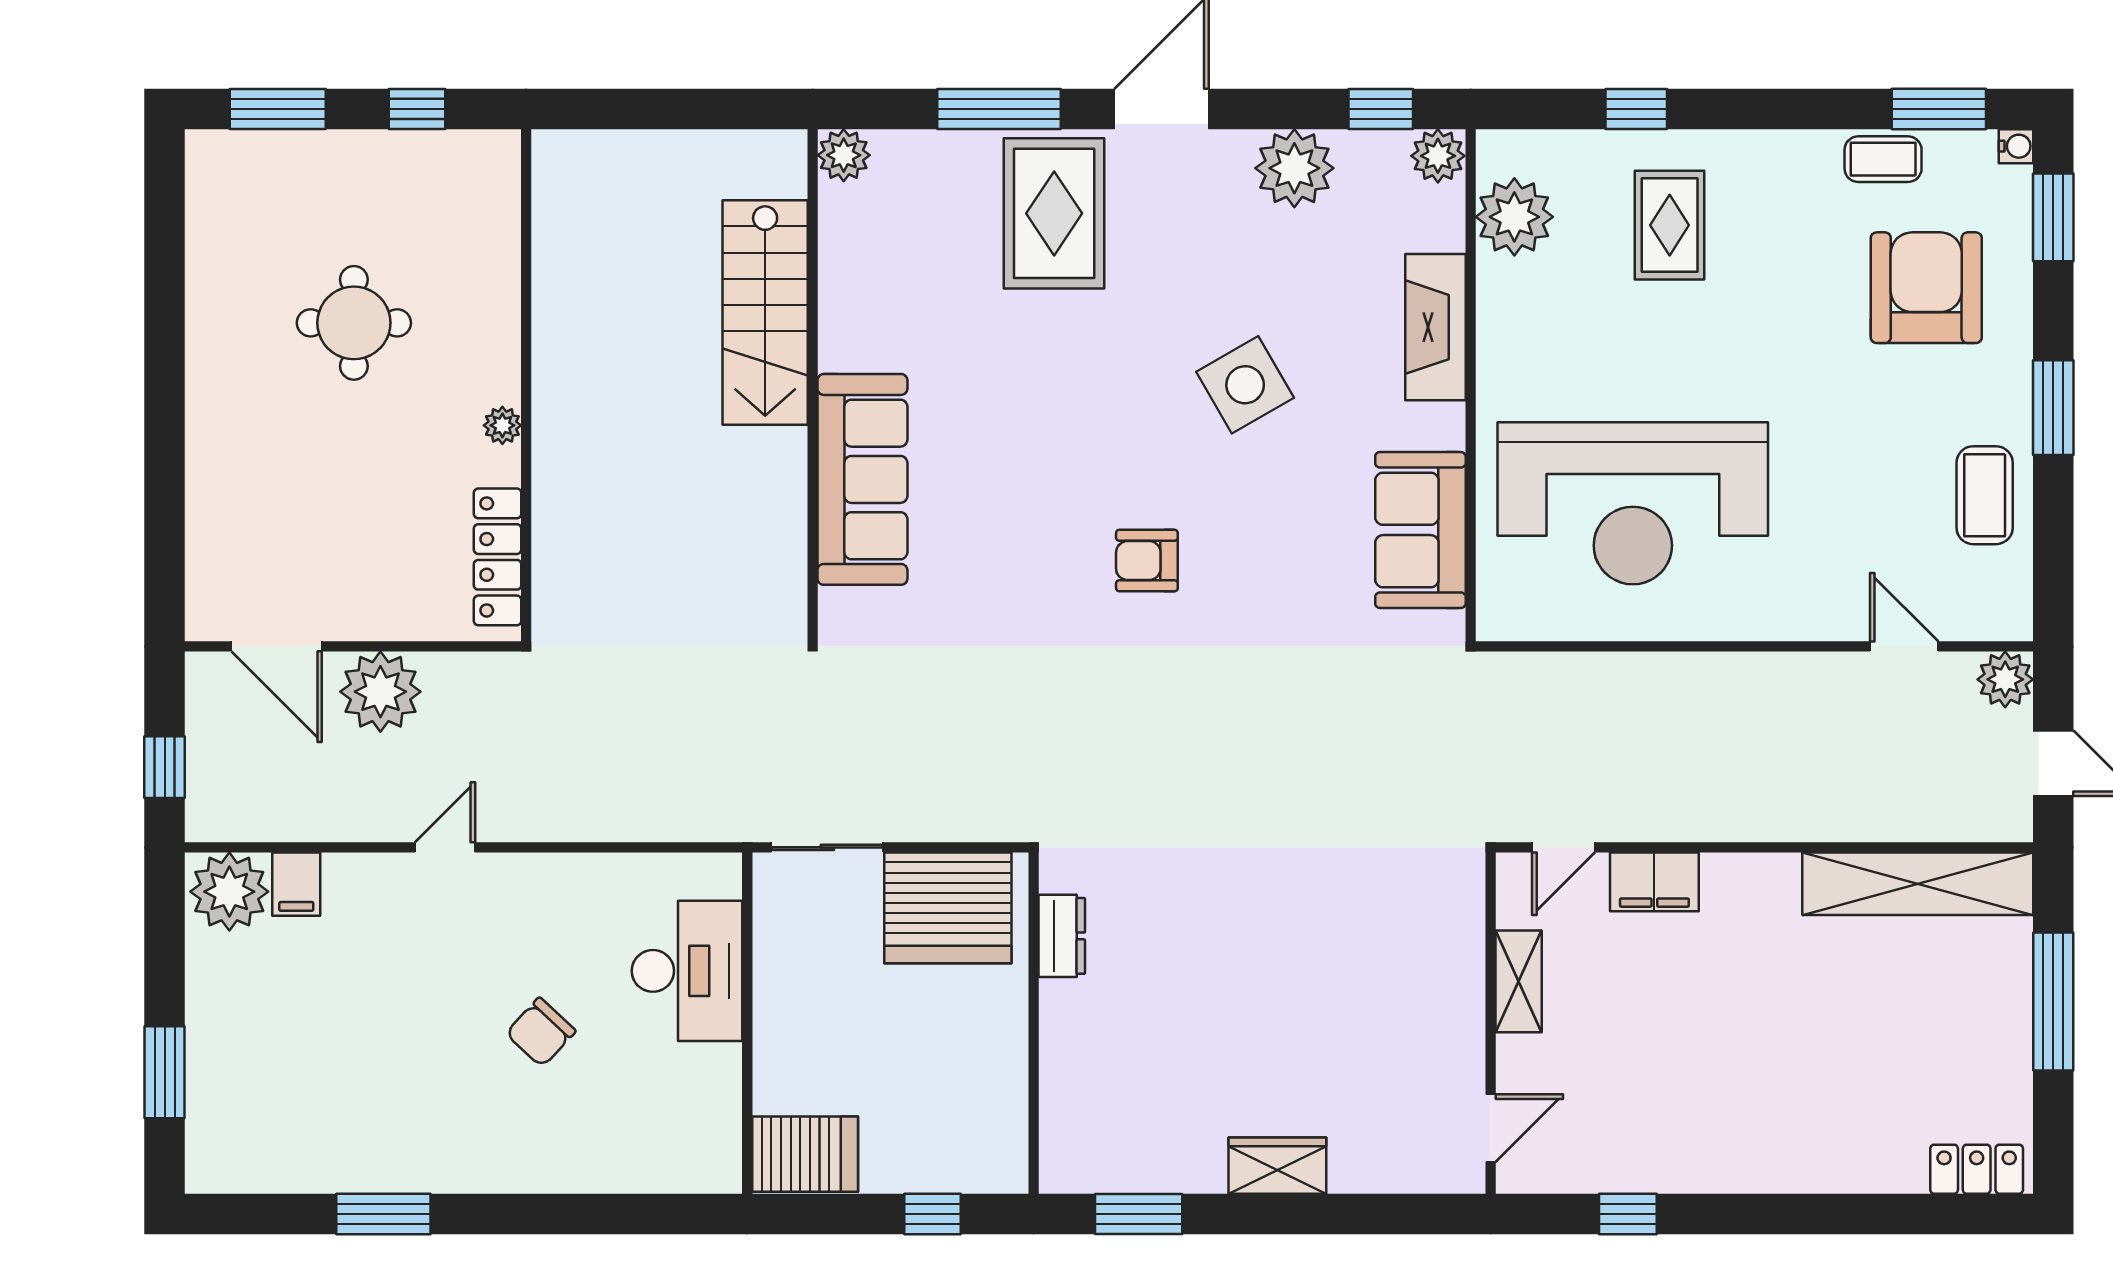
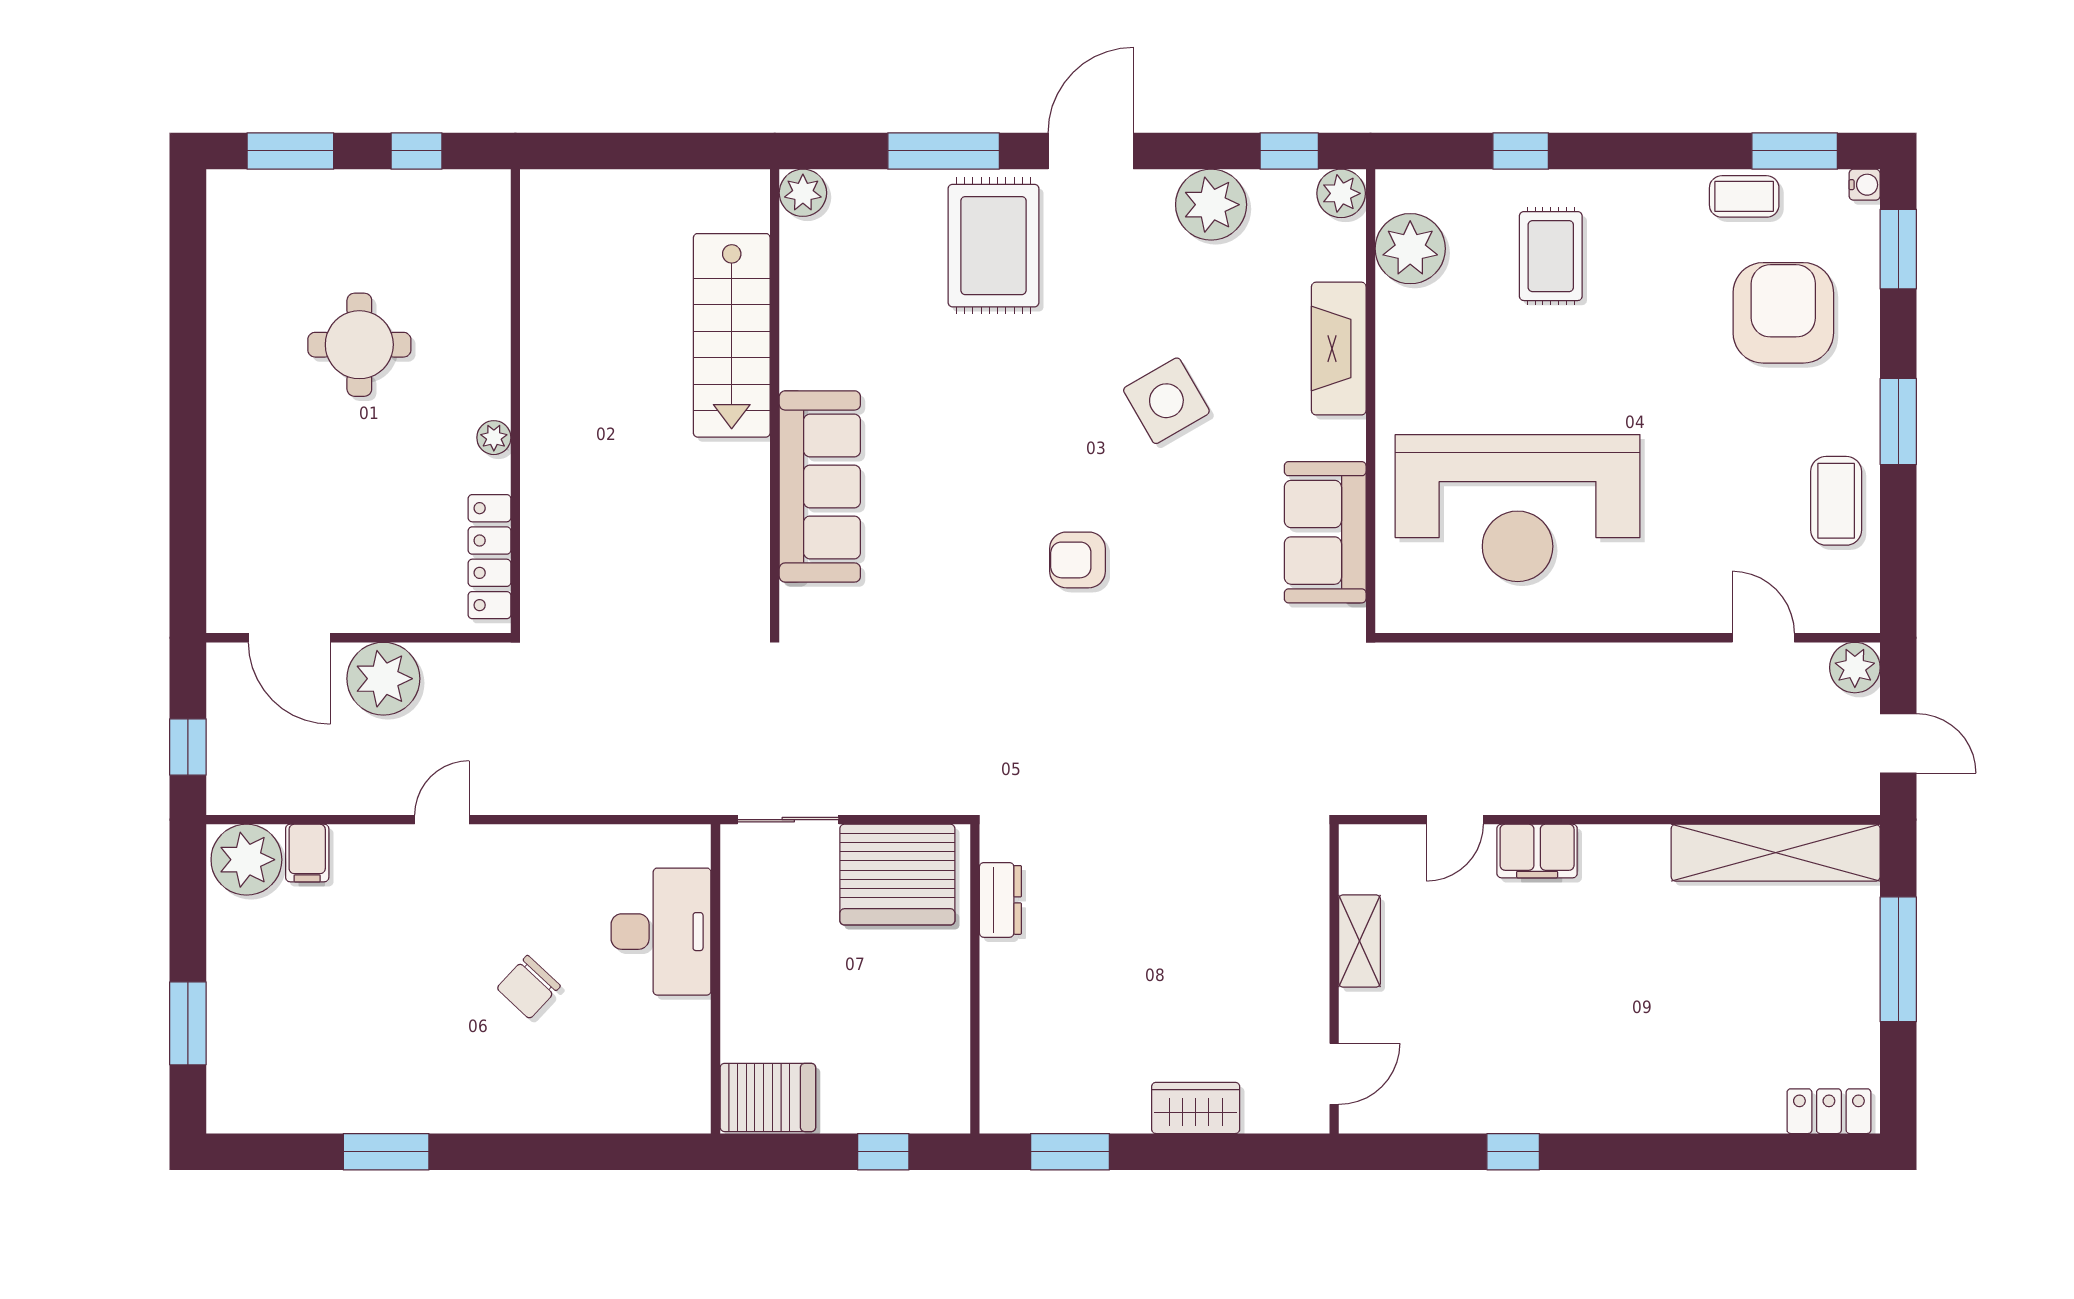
shelving: (1519, 981) -> (1360, 941), moved
wall: (1491, 1023) -> (1334, 979), moved
door: (1491, 1128) -> (1334, 1074), moved

